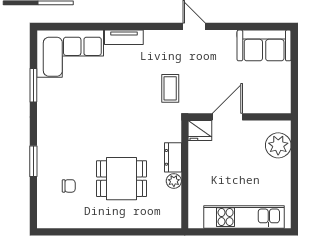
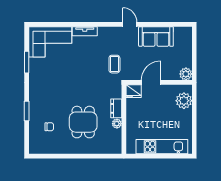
sofa: (264, 45) -> (156, 36), moved
plant: (281, 104) -> (186, 74), added
dining table: (122, 179) -> (83, 122), turned 90

